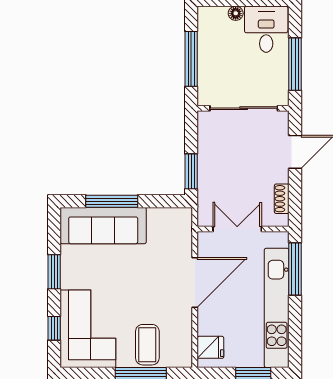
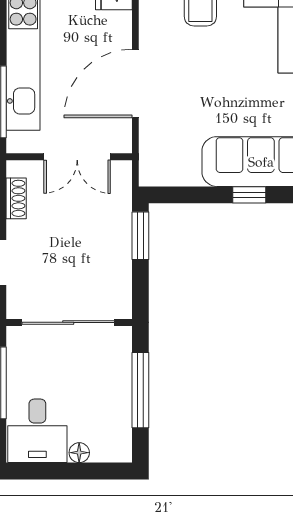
window: (112, 201) -> (249, 195), width x0.46

